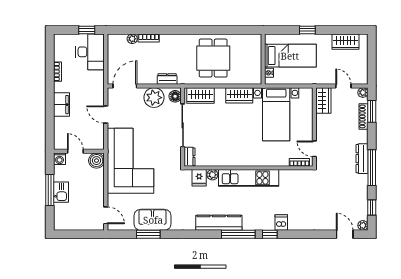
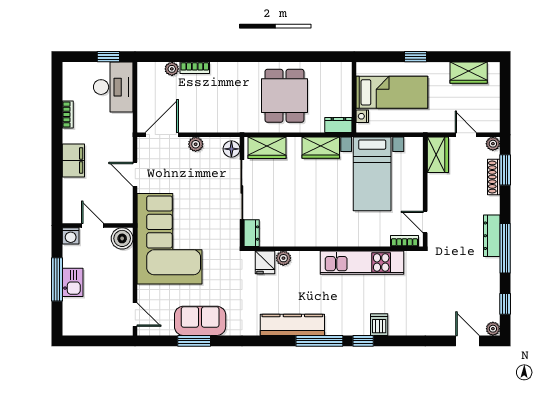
dresser: (167, 79) -> (338, 125), moved
plant: (154, 98) -> (196, 144), width x0.53, depth x0.53
kitchen unit: (249, 178) -> (362, 263), moved

